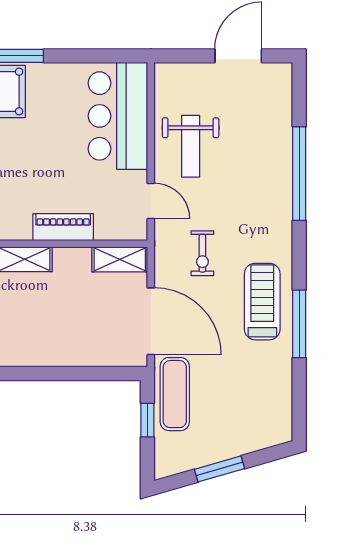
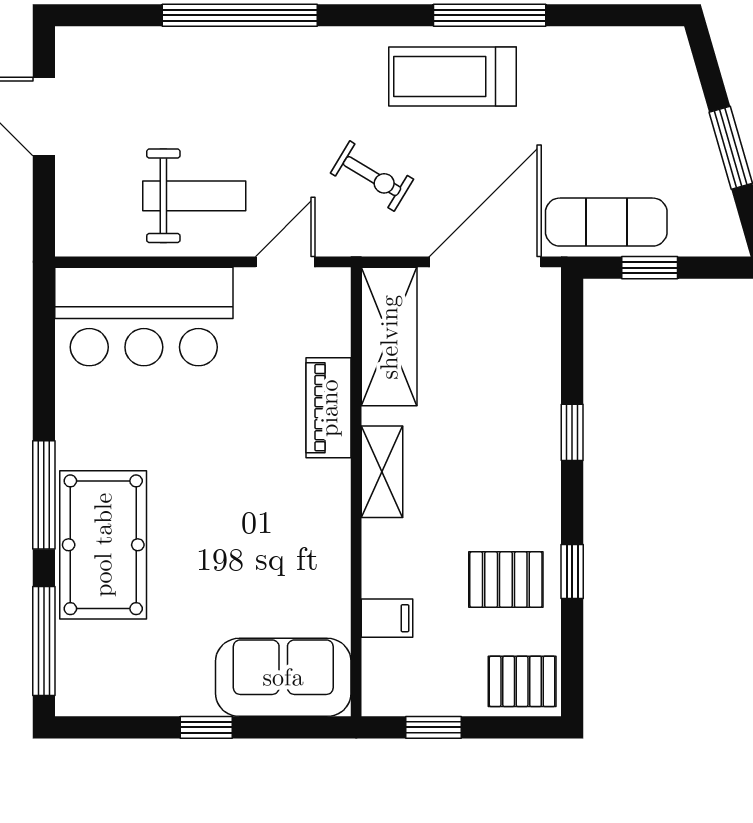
exercise bike: (202, 253) -> (372, 176), turned 31
shelving: (120, 259) -> (389, 337), width x1.50, depth x1.33
window: (48, 374) -> (572, 432), added

